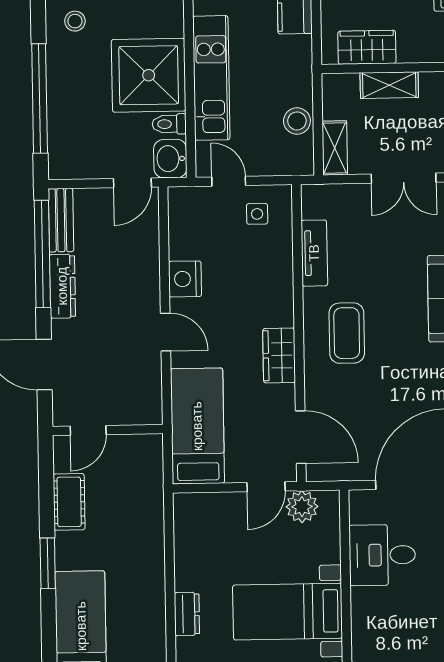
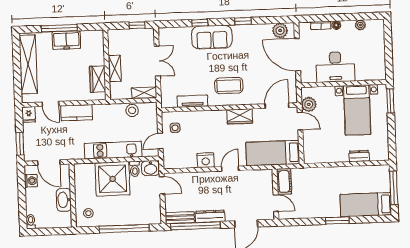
cot: (69, 502) -> (284, 181), moved, turned 90
desk: (382, 555) -> (335, 67), width x1.37

